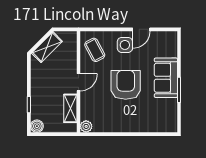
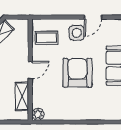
coffee table: (95, 50) -> (46, 38), turned -62

